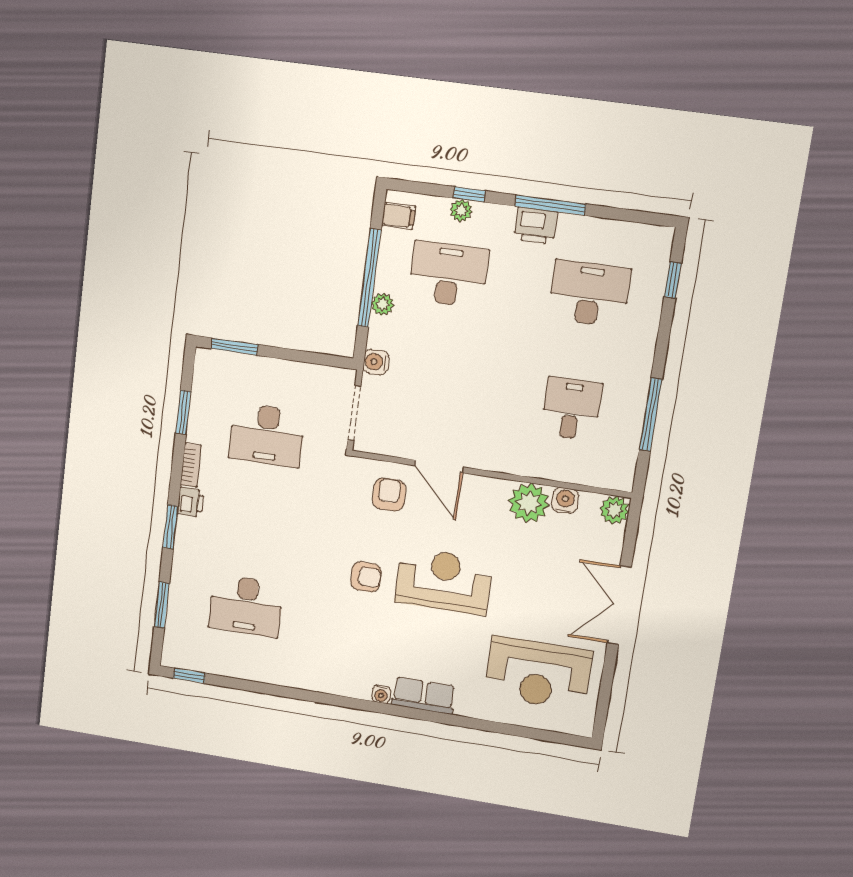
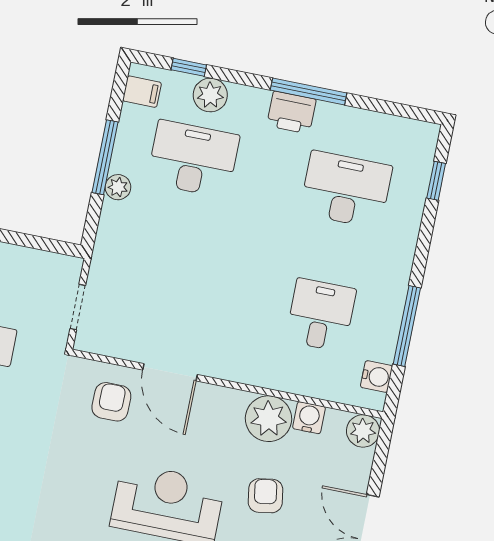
window: (469, 194) -> (189, 67), moved
plant: (461, 210) -> (210, 95), width x1.38, depth x1.38
window: (369, 278) -> (105, 157), width x0.68
water cooler: (376, 362) -> (377, 377), moved, turned 180
doorway: (354, 413) -> (78, 307), width x0.73
armchair: (366, 577) -> (265, 496), moved, turned -99

